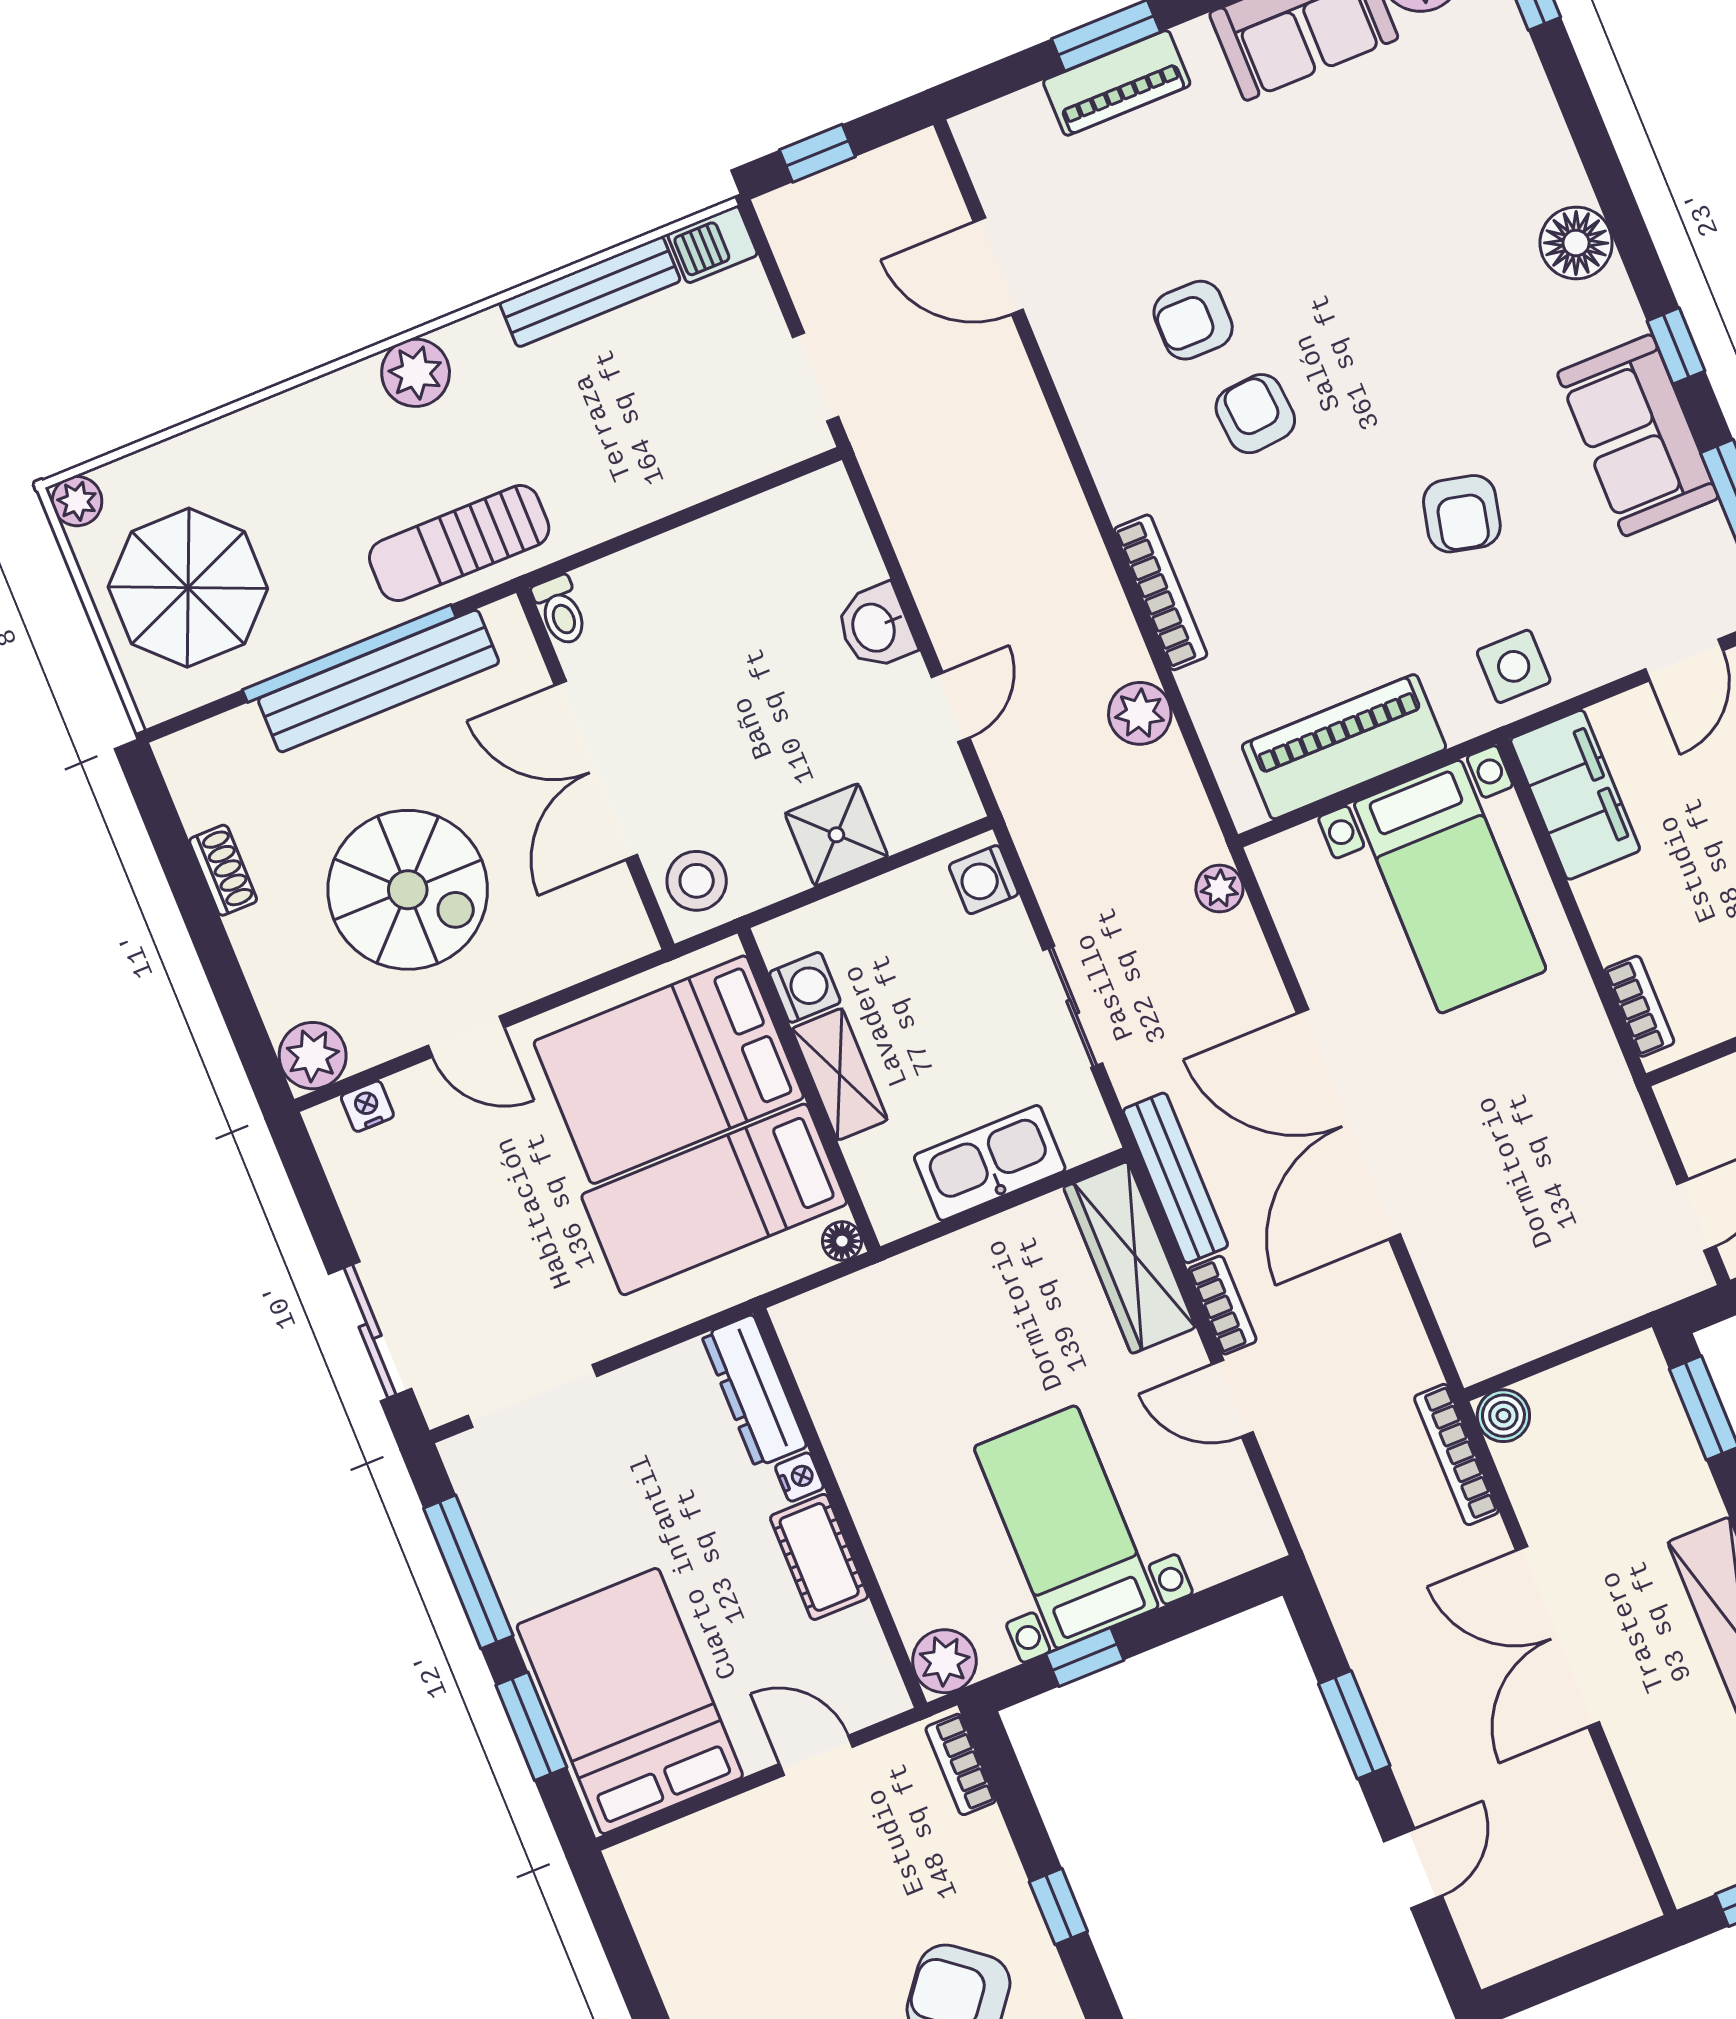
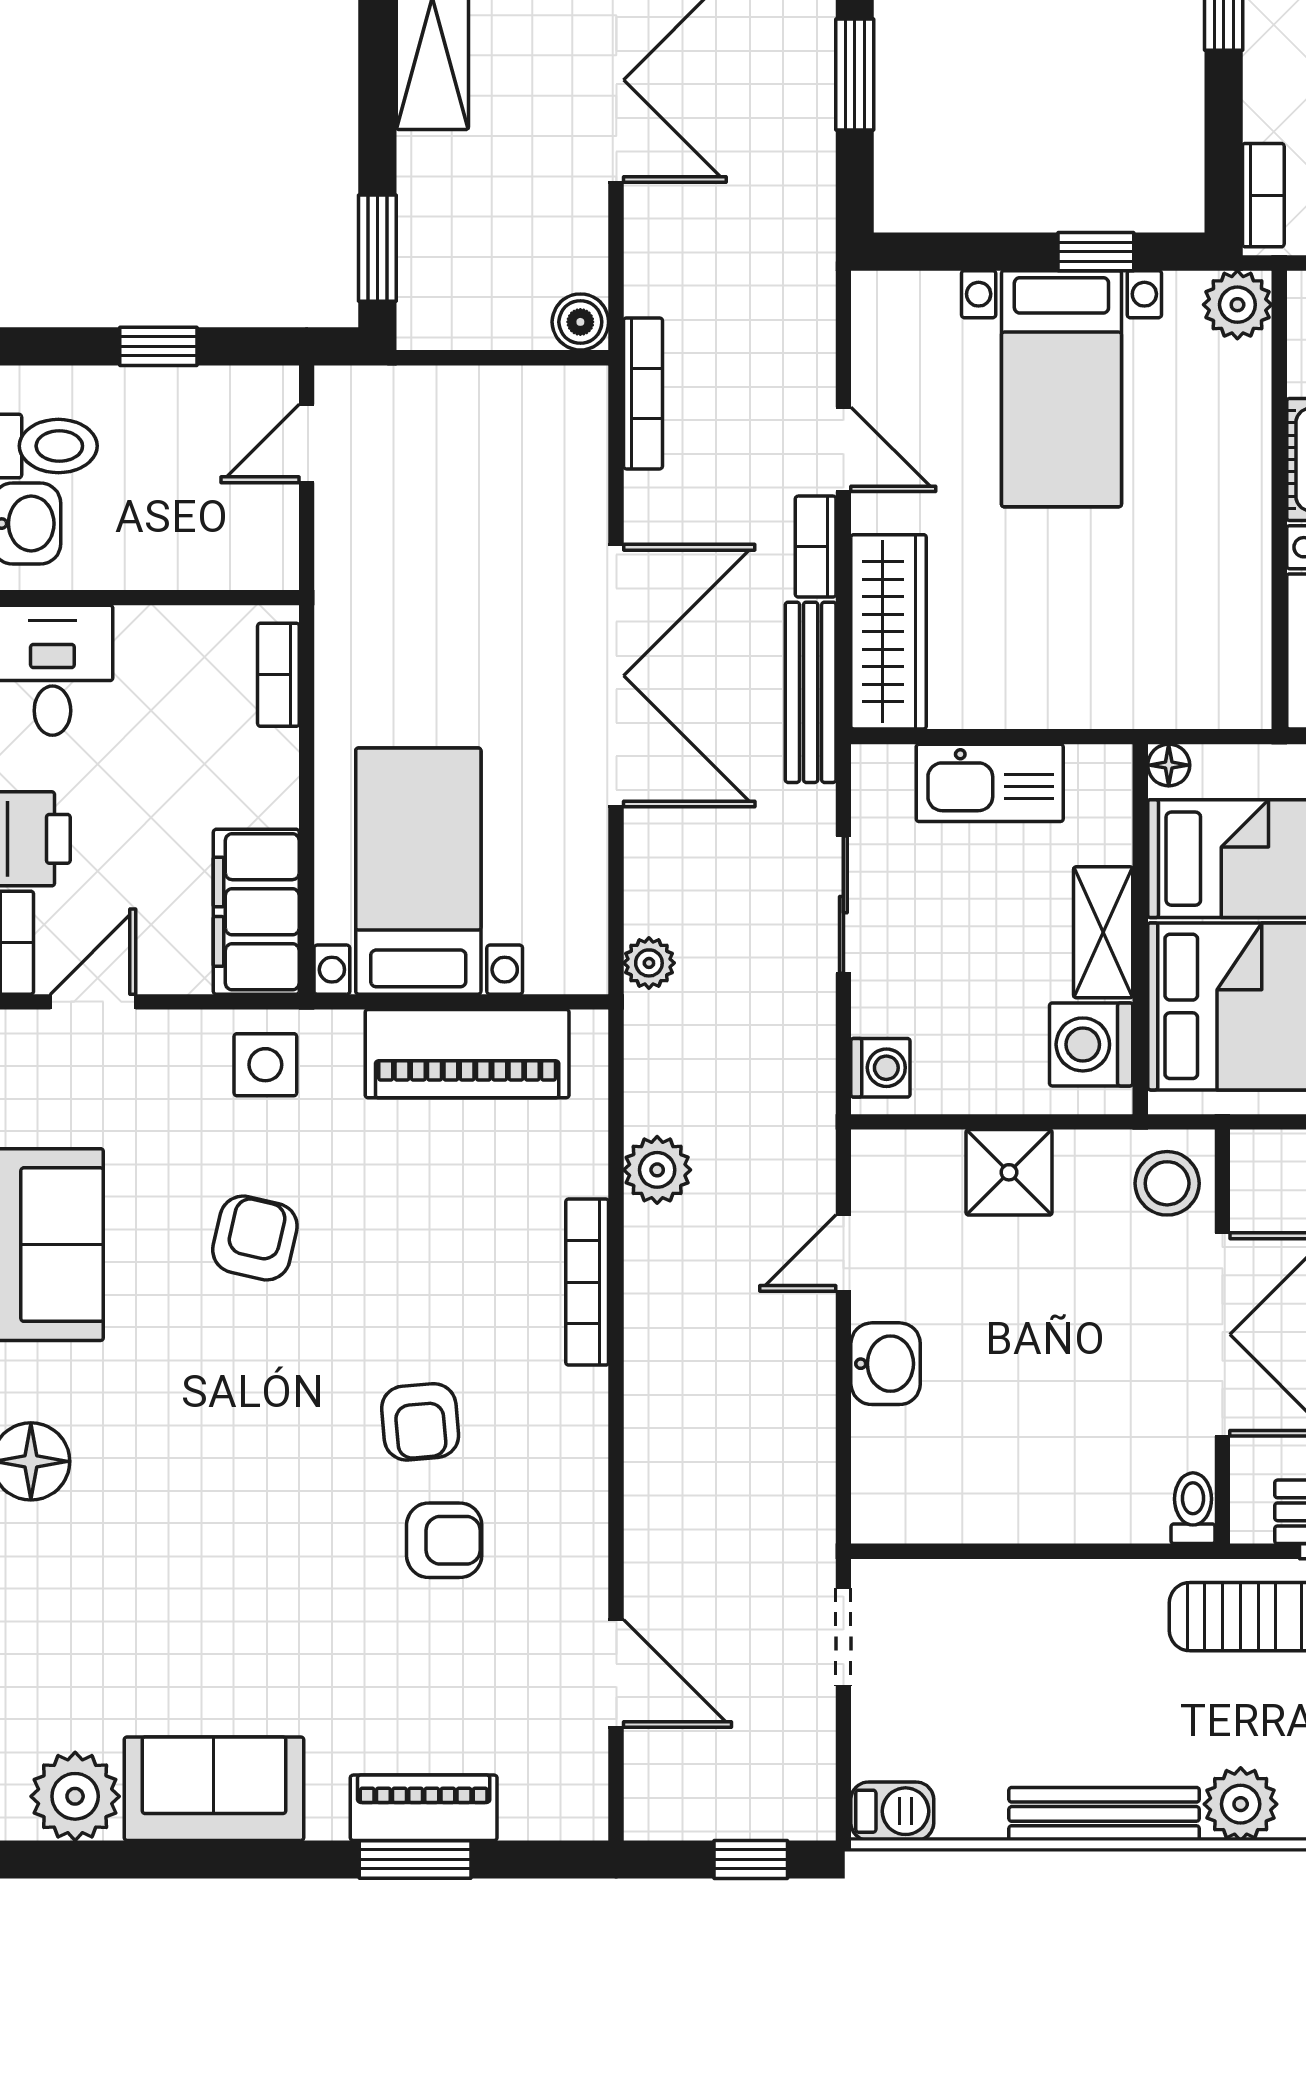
bench: (590, 292) -> (1104, 1814), moved
washing machine: (805, 987) -> (1091, 1044), width x1.38, depth x1.38
bookcase: (1456, 1454) -> (643, 393), moved

